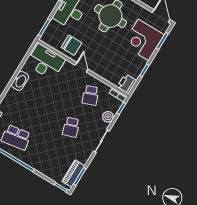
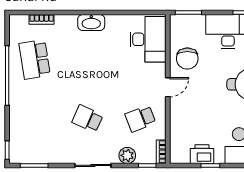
washbasin: (20, 81) -> (91, 22), moved
printer: (127, 84) -> (202, 154), moved
school desk: (71, 127) -> (87, 119), turned 42
piano: (73, 174) -> (33, 156), removed

